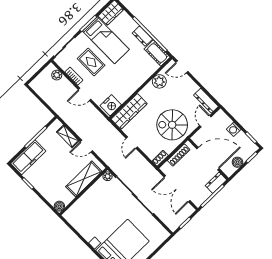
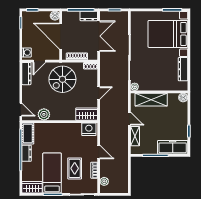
wardrobe: (129, 111) -> (87, 114), width x0.67
spiral stairs: (172, 125) -> (62, 79), turned 90
washing machine: (234, 129) -> (27, 52), moved
boiler: (237, 162) -> (55, 16), moved
dresser: (216, 183) -> (89, 16), moved
dresser: (82, 229) -> (183, 69), added

